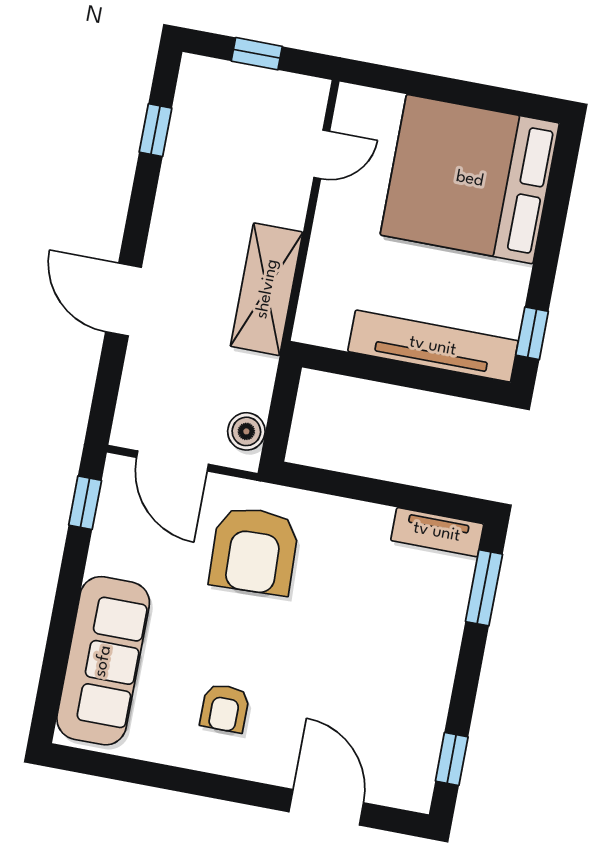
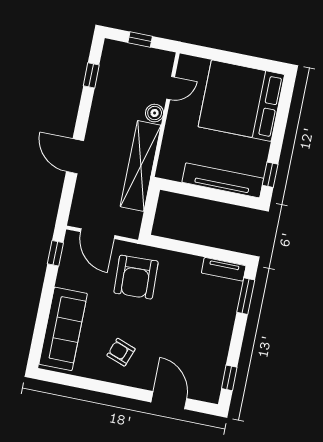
shelving: (267, 289) -> (141, 166), width x1.47
boiler: (246, 431) -> (155, 113), moved
armchair: (225, 708) -> (121, 352), turned 110

